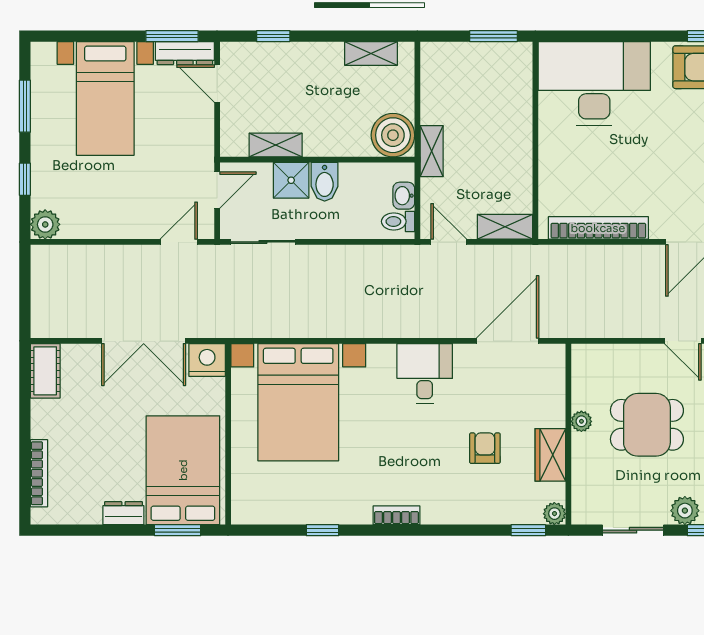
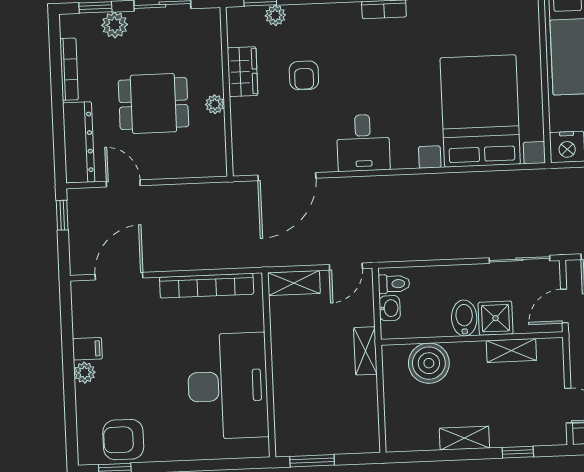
shelving: (371, 53) -> (464, 438), moved
desk: (594, 84) -> (228, 386), moved, turned -90
boiler: (393, 135) -> (429, 363), moved
door: (449, 242) -> (346, 267), hinge flipped
plant: (554, 514) -> (275, 15), moved

